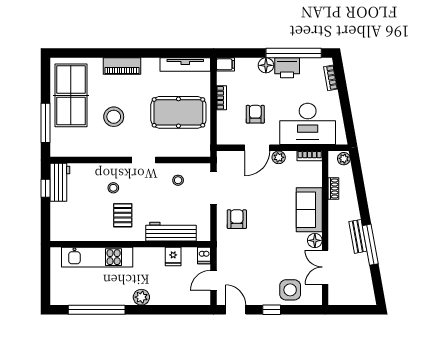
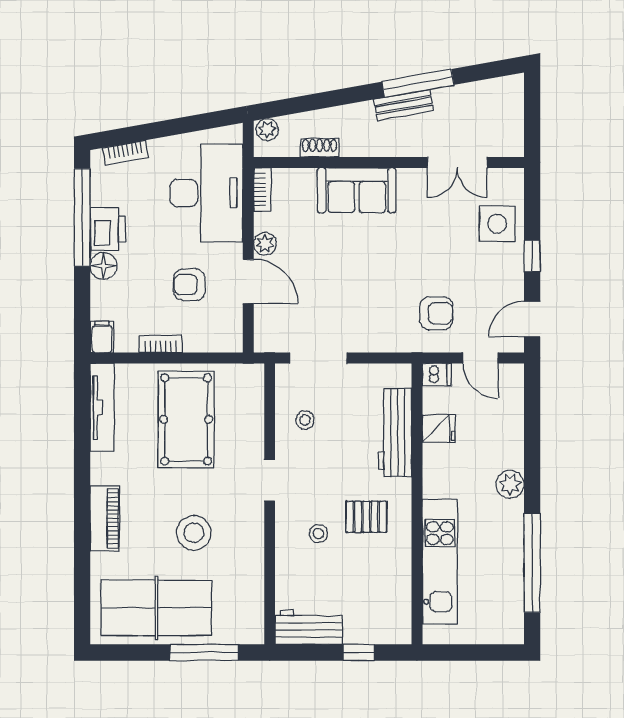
window: (45, 188) -> (359, 653), moved
armchair: (237, 219) -> (436, 313), moved, turned 180
floor lamp: (315, 240) -> (411, 180), removed

